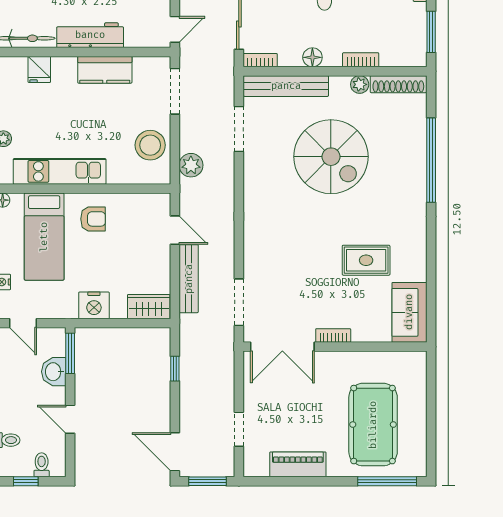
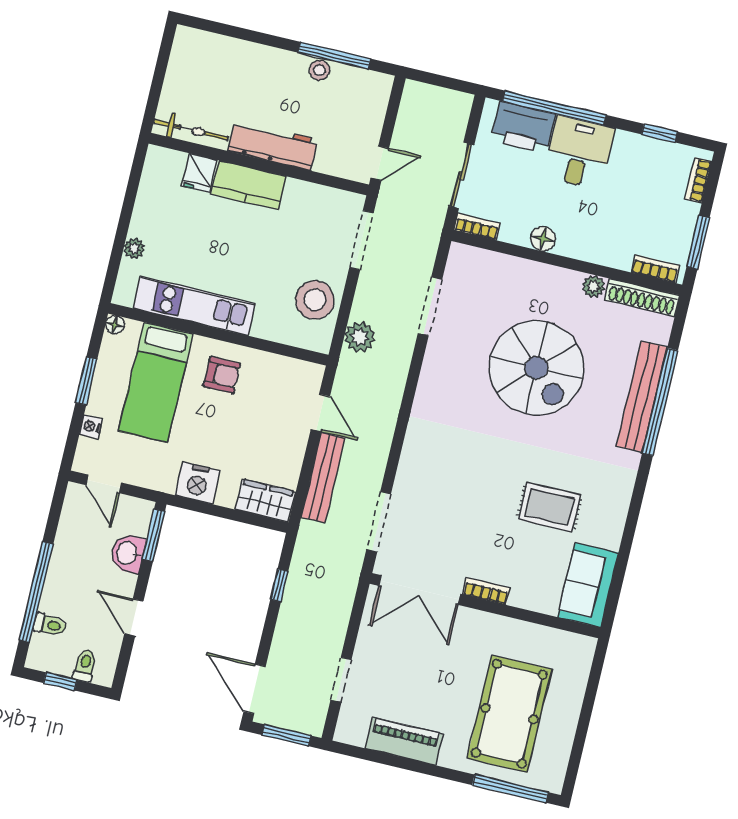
bookcase: (361, 60) -> (655, 269), moved
kitchen counter: (105, 70) -> (249, 185), moved
bench: (286, 86) -> (642, 397), moved, turned 90

